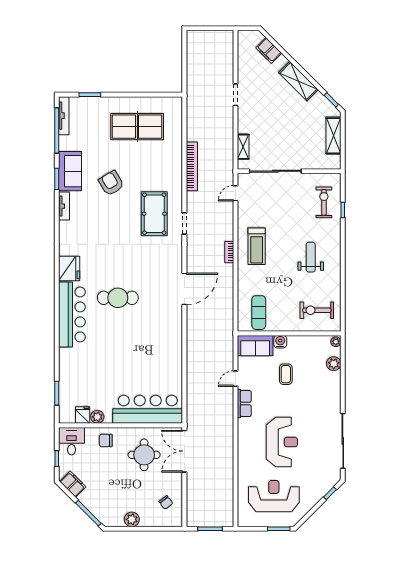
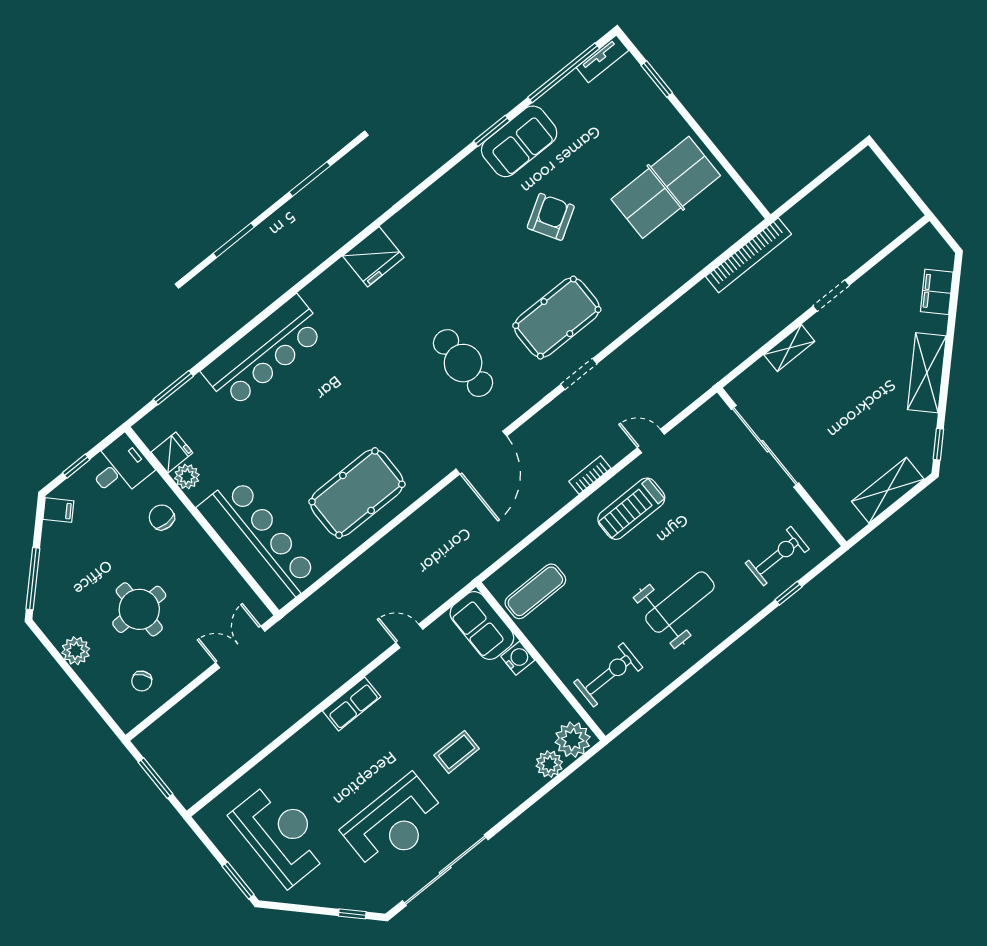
tv unit: (64, 116) -> (602, 59), width x0.71
table tennis table: (137, 127) -> (666, 187), turned 90
shelving: (243, 147) -> (789, 348), moved
bookcase: (192, 166) -> (748, 255), moved
door: (235, 193) -> (651, 441), moved
tv unit: (64, 206) -> (460, 174), removed
weight bench: (311, 257) -> (680, 602), width x1.36, depth x1.33
door: (184, 289) -> (481, 453), hinge flipped
cafe table: (118, 298) -> (463, 363), moved
exercise bike: (317, 310) -> (608, 675), turned 90
bar counter: (72, 314) -> (264, 352), moved
plant: (336, 342) -> (573, 740), width x1.87, depth x1.87
pool table: (160, 353) -> (357, 493), added
coffee table: (286, 374) -> (457, 752), moved
row of seats: (244, 404) -> (352, 704), moved
reception desk: (282, 442) -> (394, 823), moved
double door: (184, 451) -> (240, 647), width x0.73
round table: (144, 455) -> (139, 609), moved
filing cabinet: (73, 484) -> (58, 510), width x0.50

